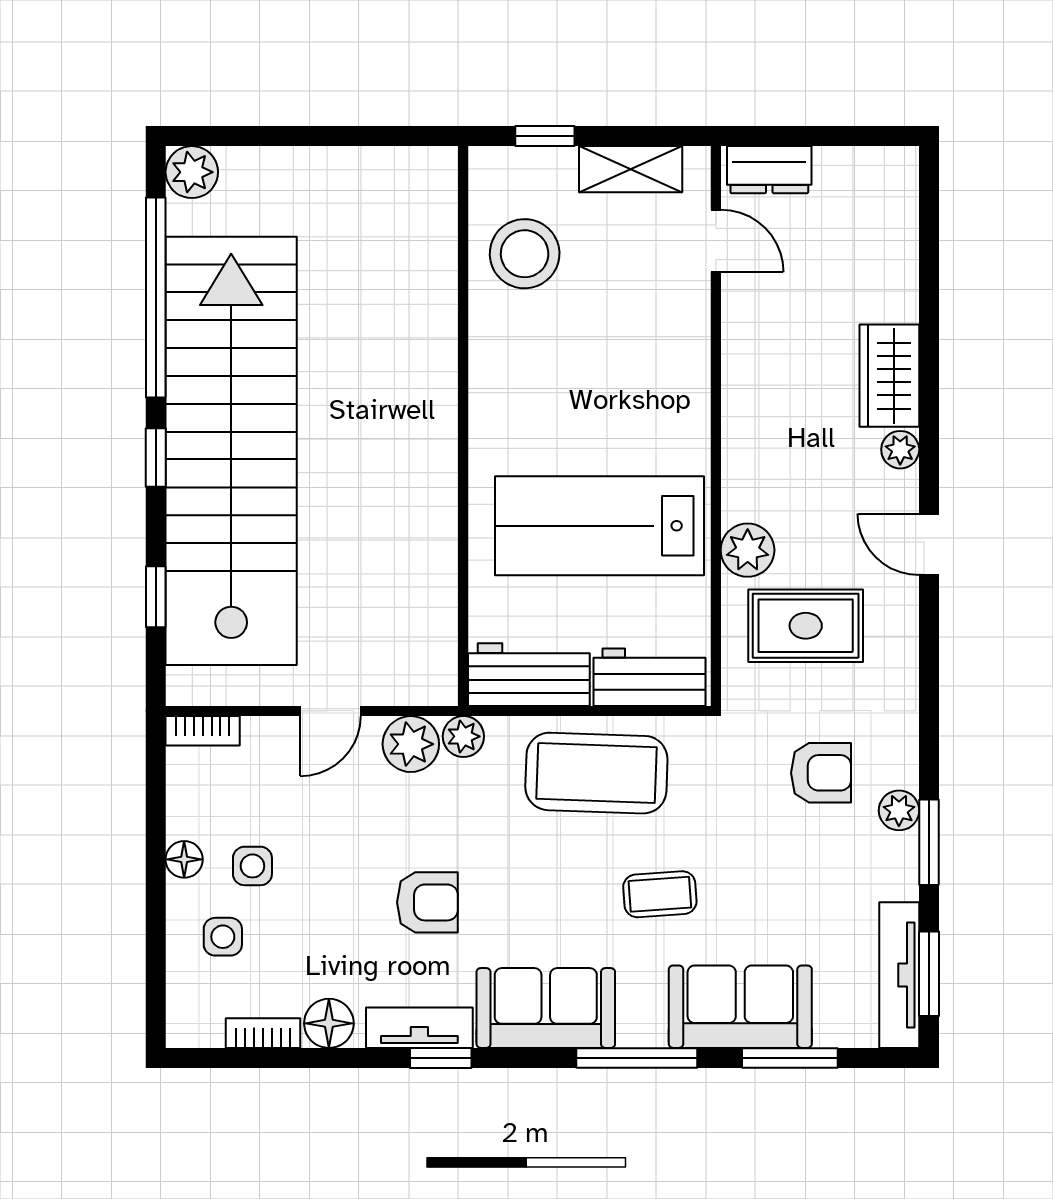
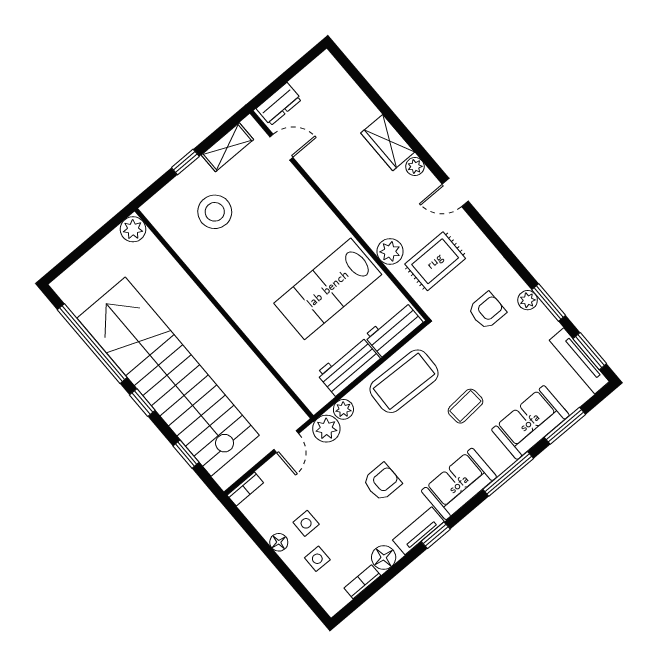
plant: (192, 172) -> (133, 229), moved
wall: (463, 426) -> (224, 313), moved

